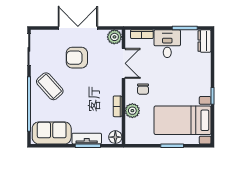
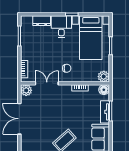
dresser: (204, 41) -> (42, 21), moved
desk: (167, 44) -> (61, 27), moved, turned 90
armchair: (77, 58) -> (42, 120), removed
plant: (132, 111) -> (104, 77), moved

